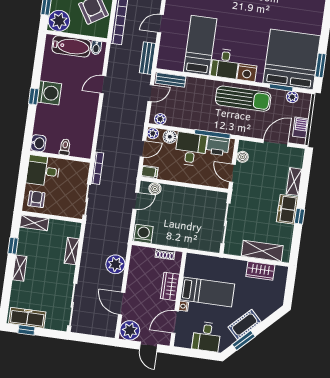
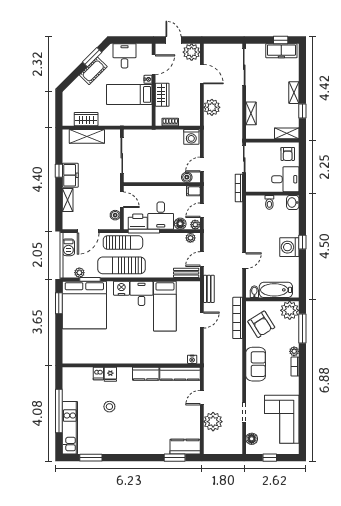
sun lounger: (238, 124) -> (123, 243), added

